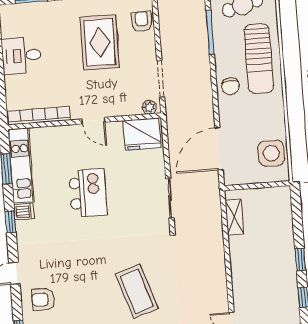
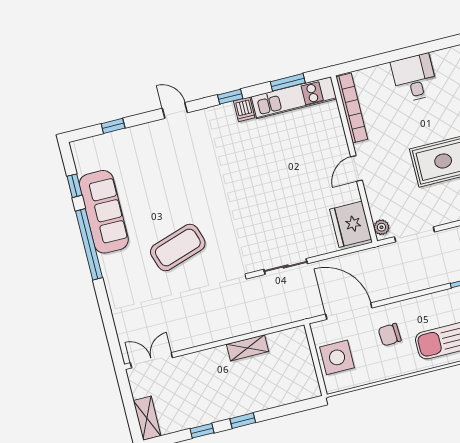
chair: (231, 86) -> (390, 335), moved
side table: (271, 153) -> (337, 357), moved
kitchen island: (88, 193) -> (276, 176), removed
shelving: (234, 217) -> (248, 348), moved
armchair: (43, 299) -> (152, 147), removed

